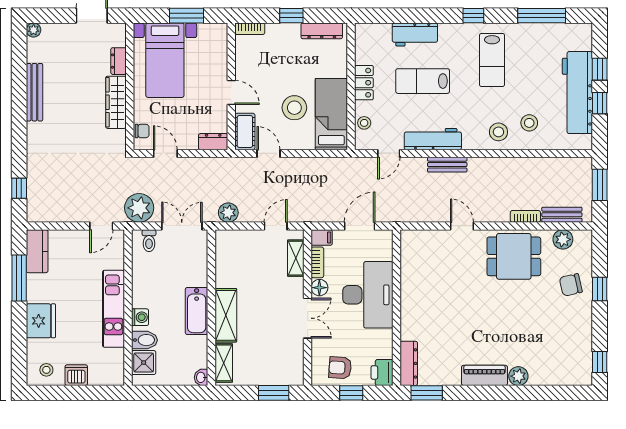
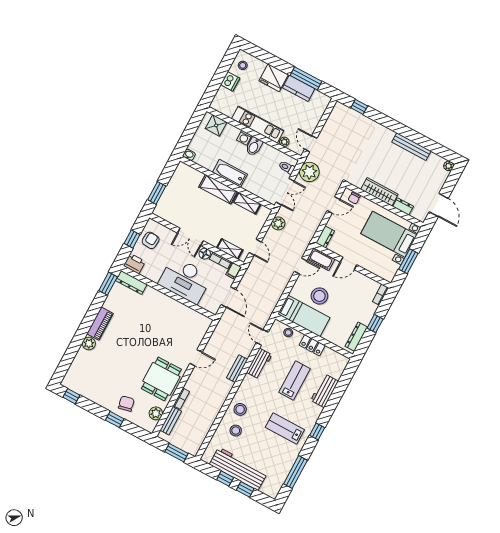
workbench: (433, 139) -> (259, 364), width x0.73
kitchen counter: (37, 251) -> (299, 88), moved
plant: (117, 262) -> (284, 142), added
bidet: (145, 340) -> (254, 146), moved
shelving: (224, 363) -> (247, 203), moved

